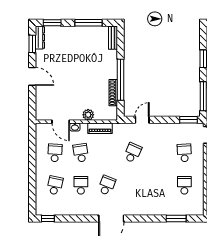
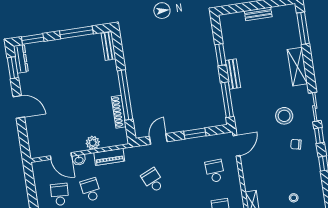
window: (188, 120) -> (195, 133), moved
school desk: (133, 153) -> (153, 180), turned -48

